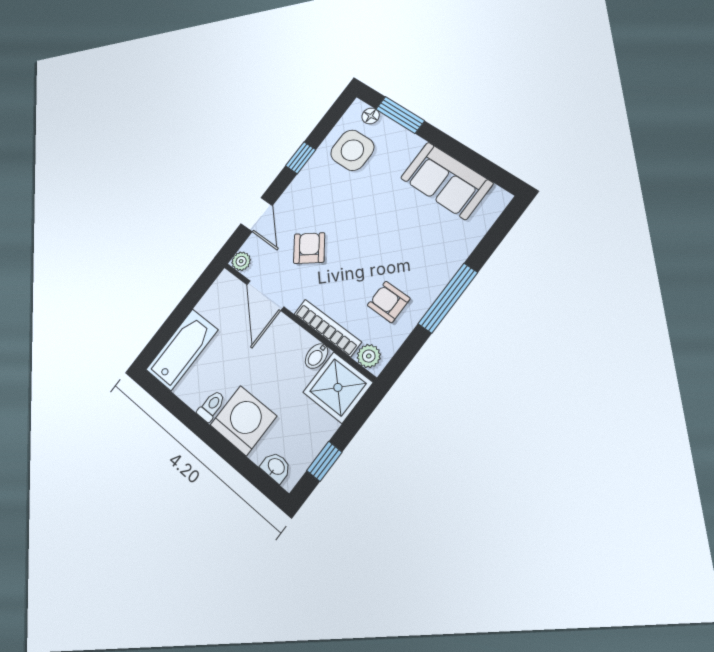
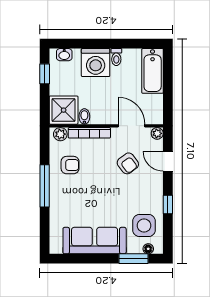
sofa: (447, 181) -> (95, 241), width x1.36

